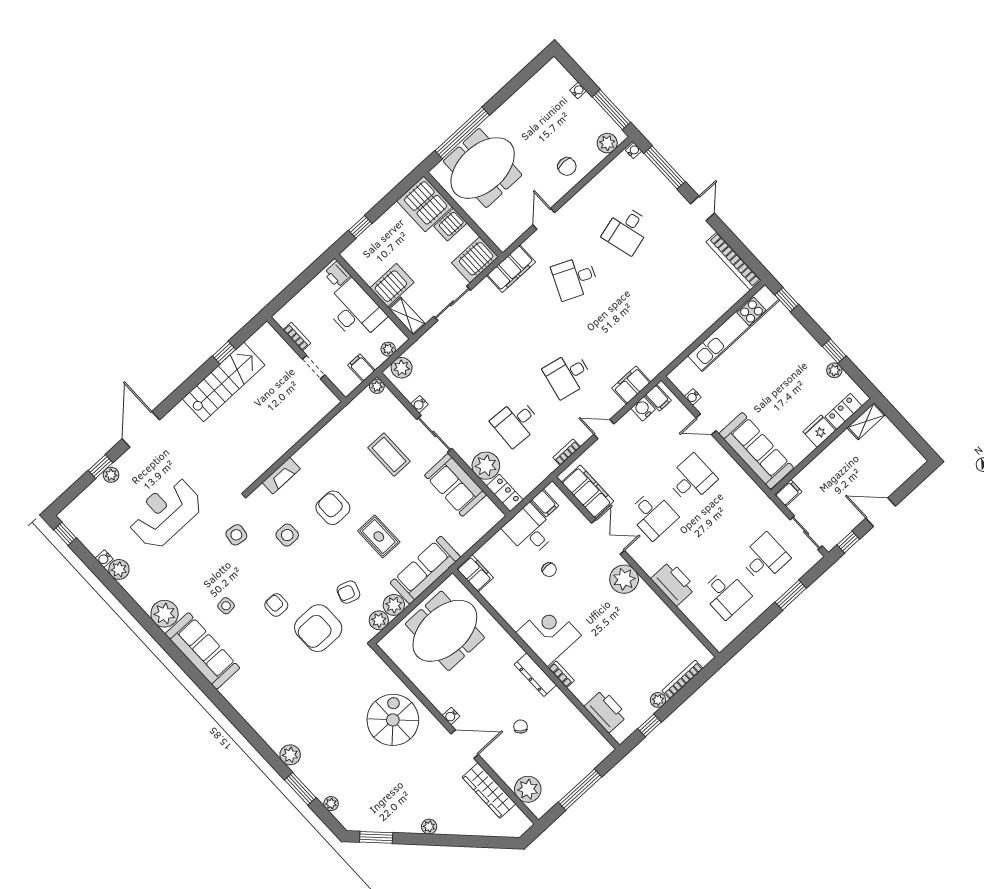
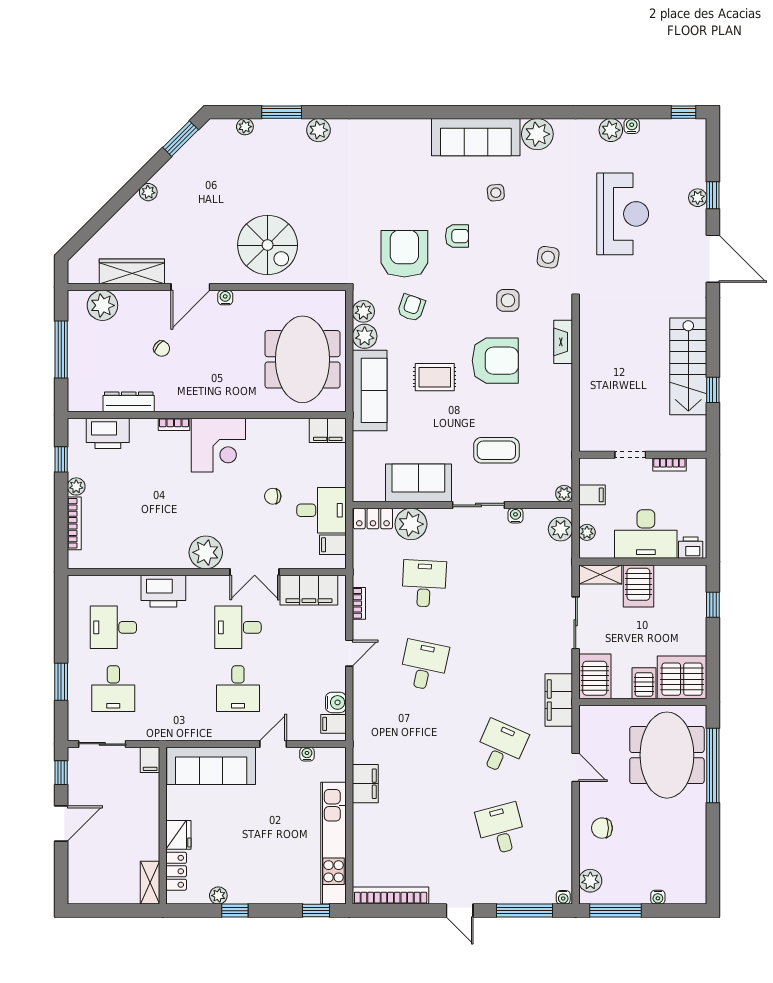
filing cabinet: (631, 385) -> (365, 784), moved
armchair: (333, 508) -> (495, 361), width x1.36, depth x1.36
dresser: (535, 675) -> (129, 402), moved

